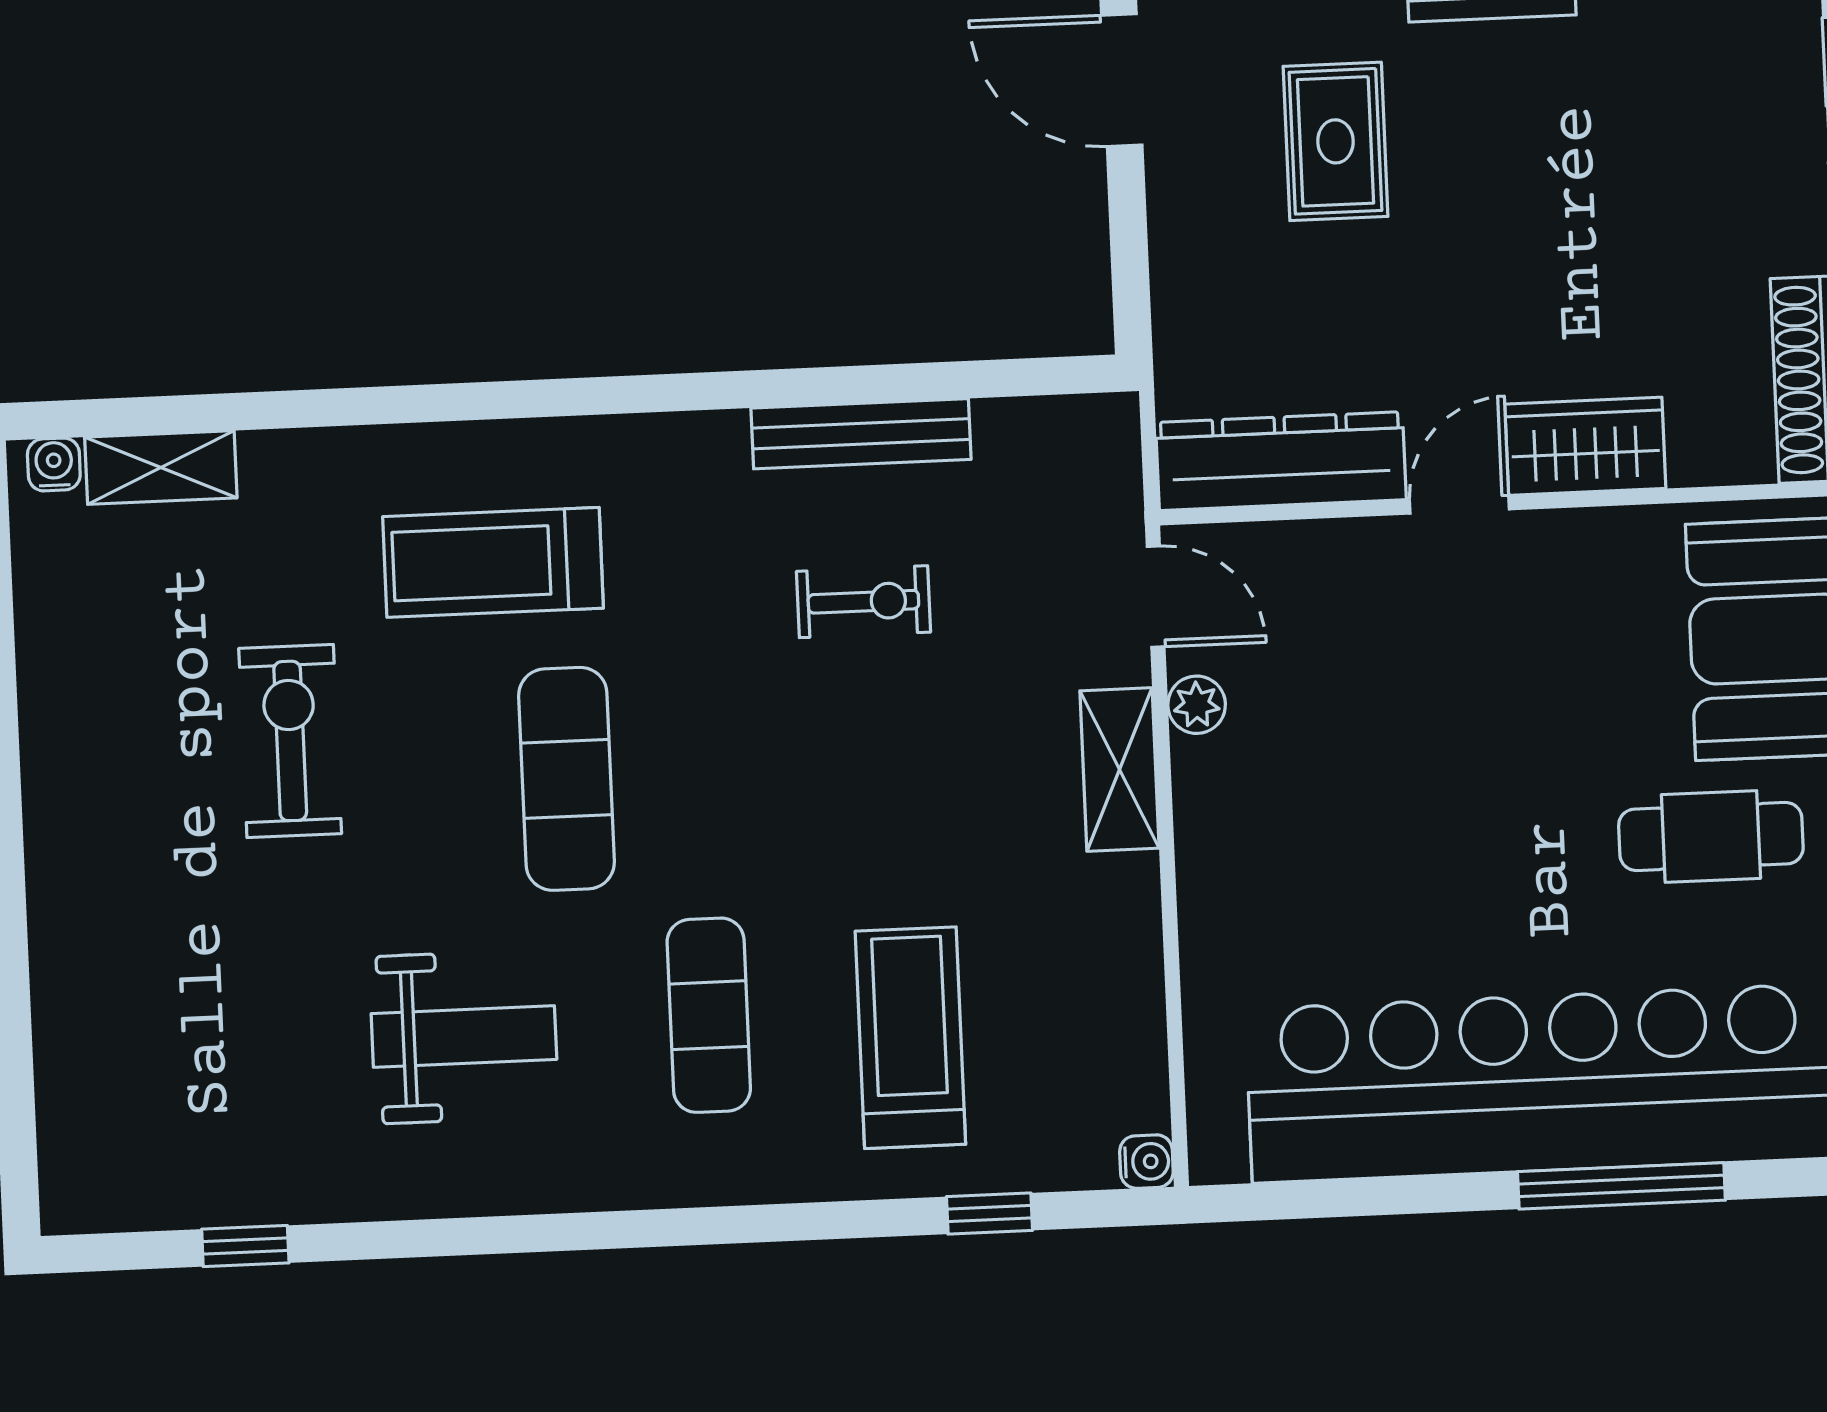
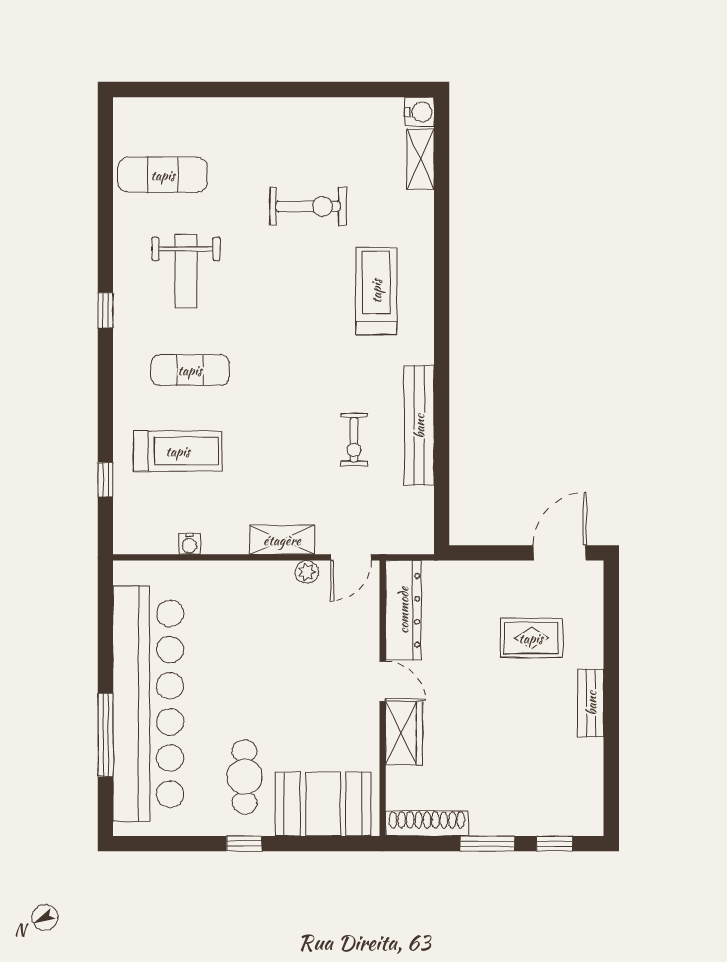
bench: (861, 434) -> (419, 426), width x1.37, depth x1.21
water cooler: (54, 464) -> (420, 112), width x1.38, depth x1.38
exercise mat: (567, 779) -> (163, 175), moved
water cooler: (1146, 1162) -> (189, 544), moved
window: (245, 1246) -> (105, 310), moved

